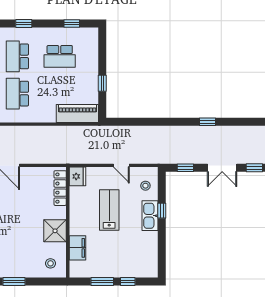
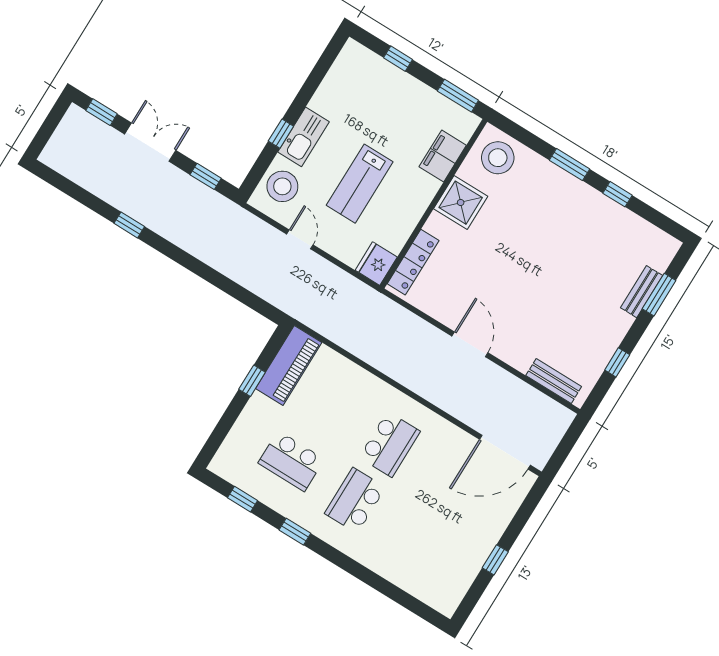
window: (24, 24) -> (295, 532), moved
school desk: (17, 56) -> (355, 500), turned 180
school desk: (60, 56) -> (291, 461), turned 180
piano: (77, 113) -> (289, 365), moved, turned -90
stool: (145, 186) -> (282, 186), width x1.89, depth x1.89
stool: (50, 263) -> (498, 158), width x1.89, depth x1.89
window: (102, 281) -> (458, 96), moved

